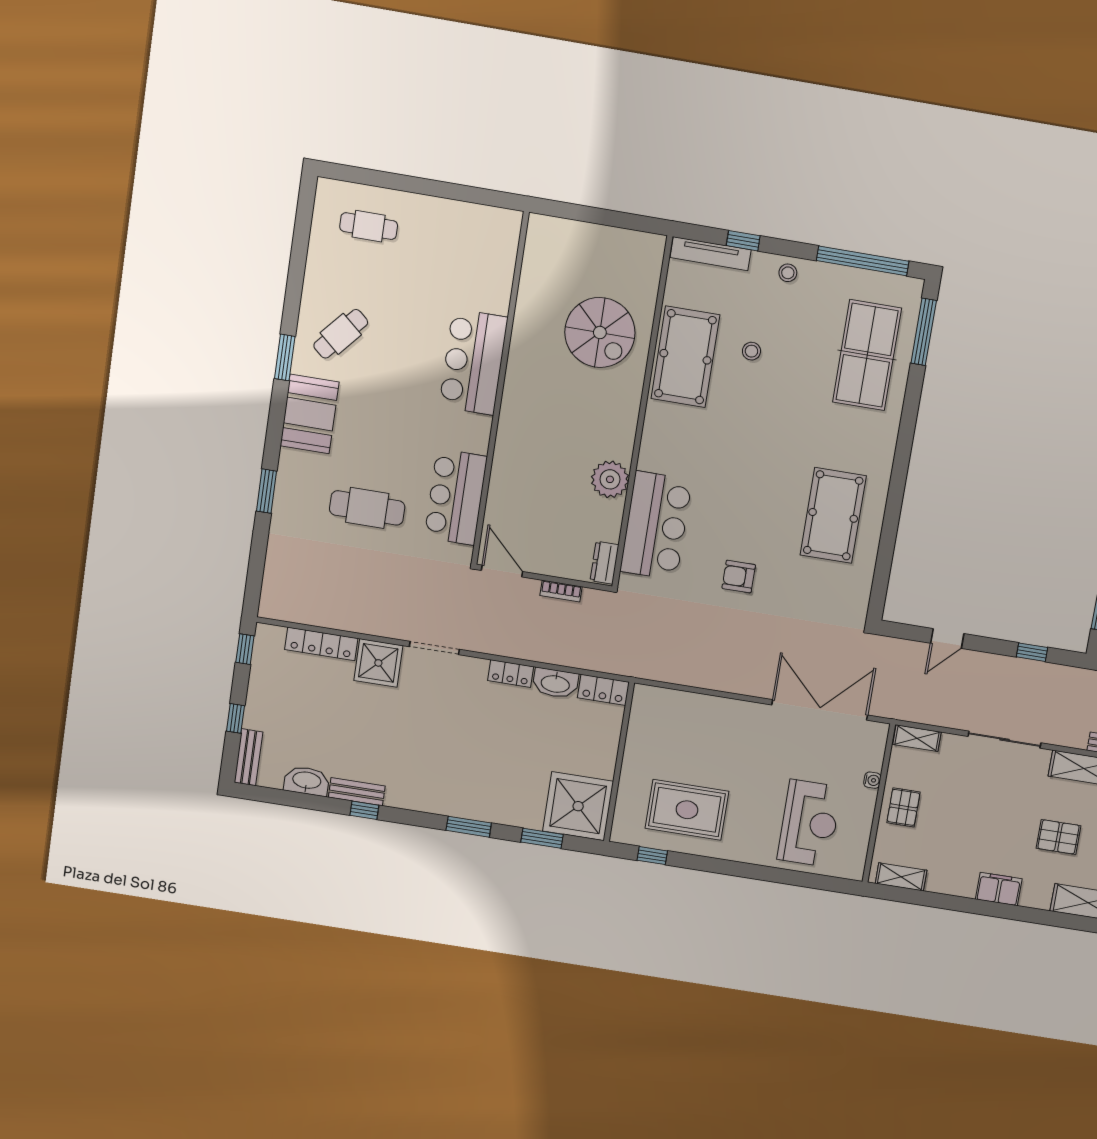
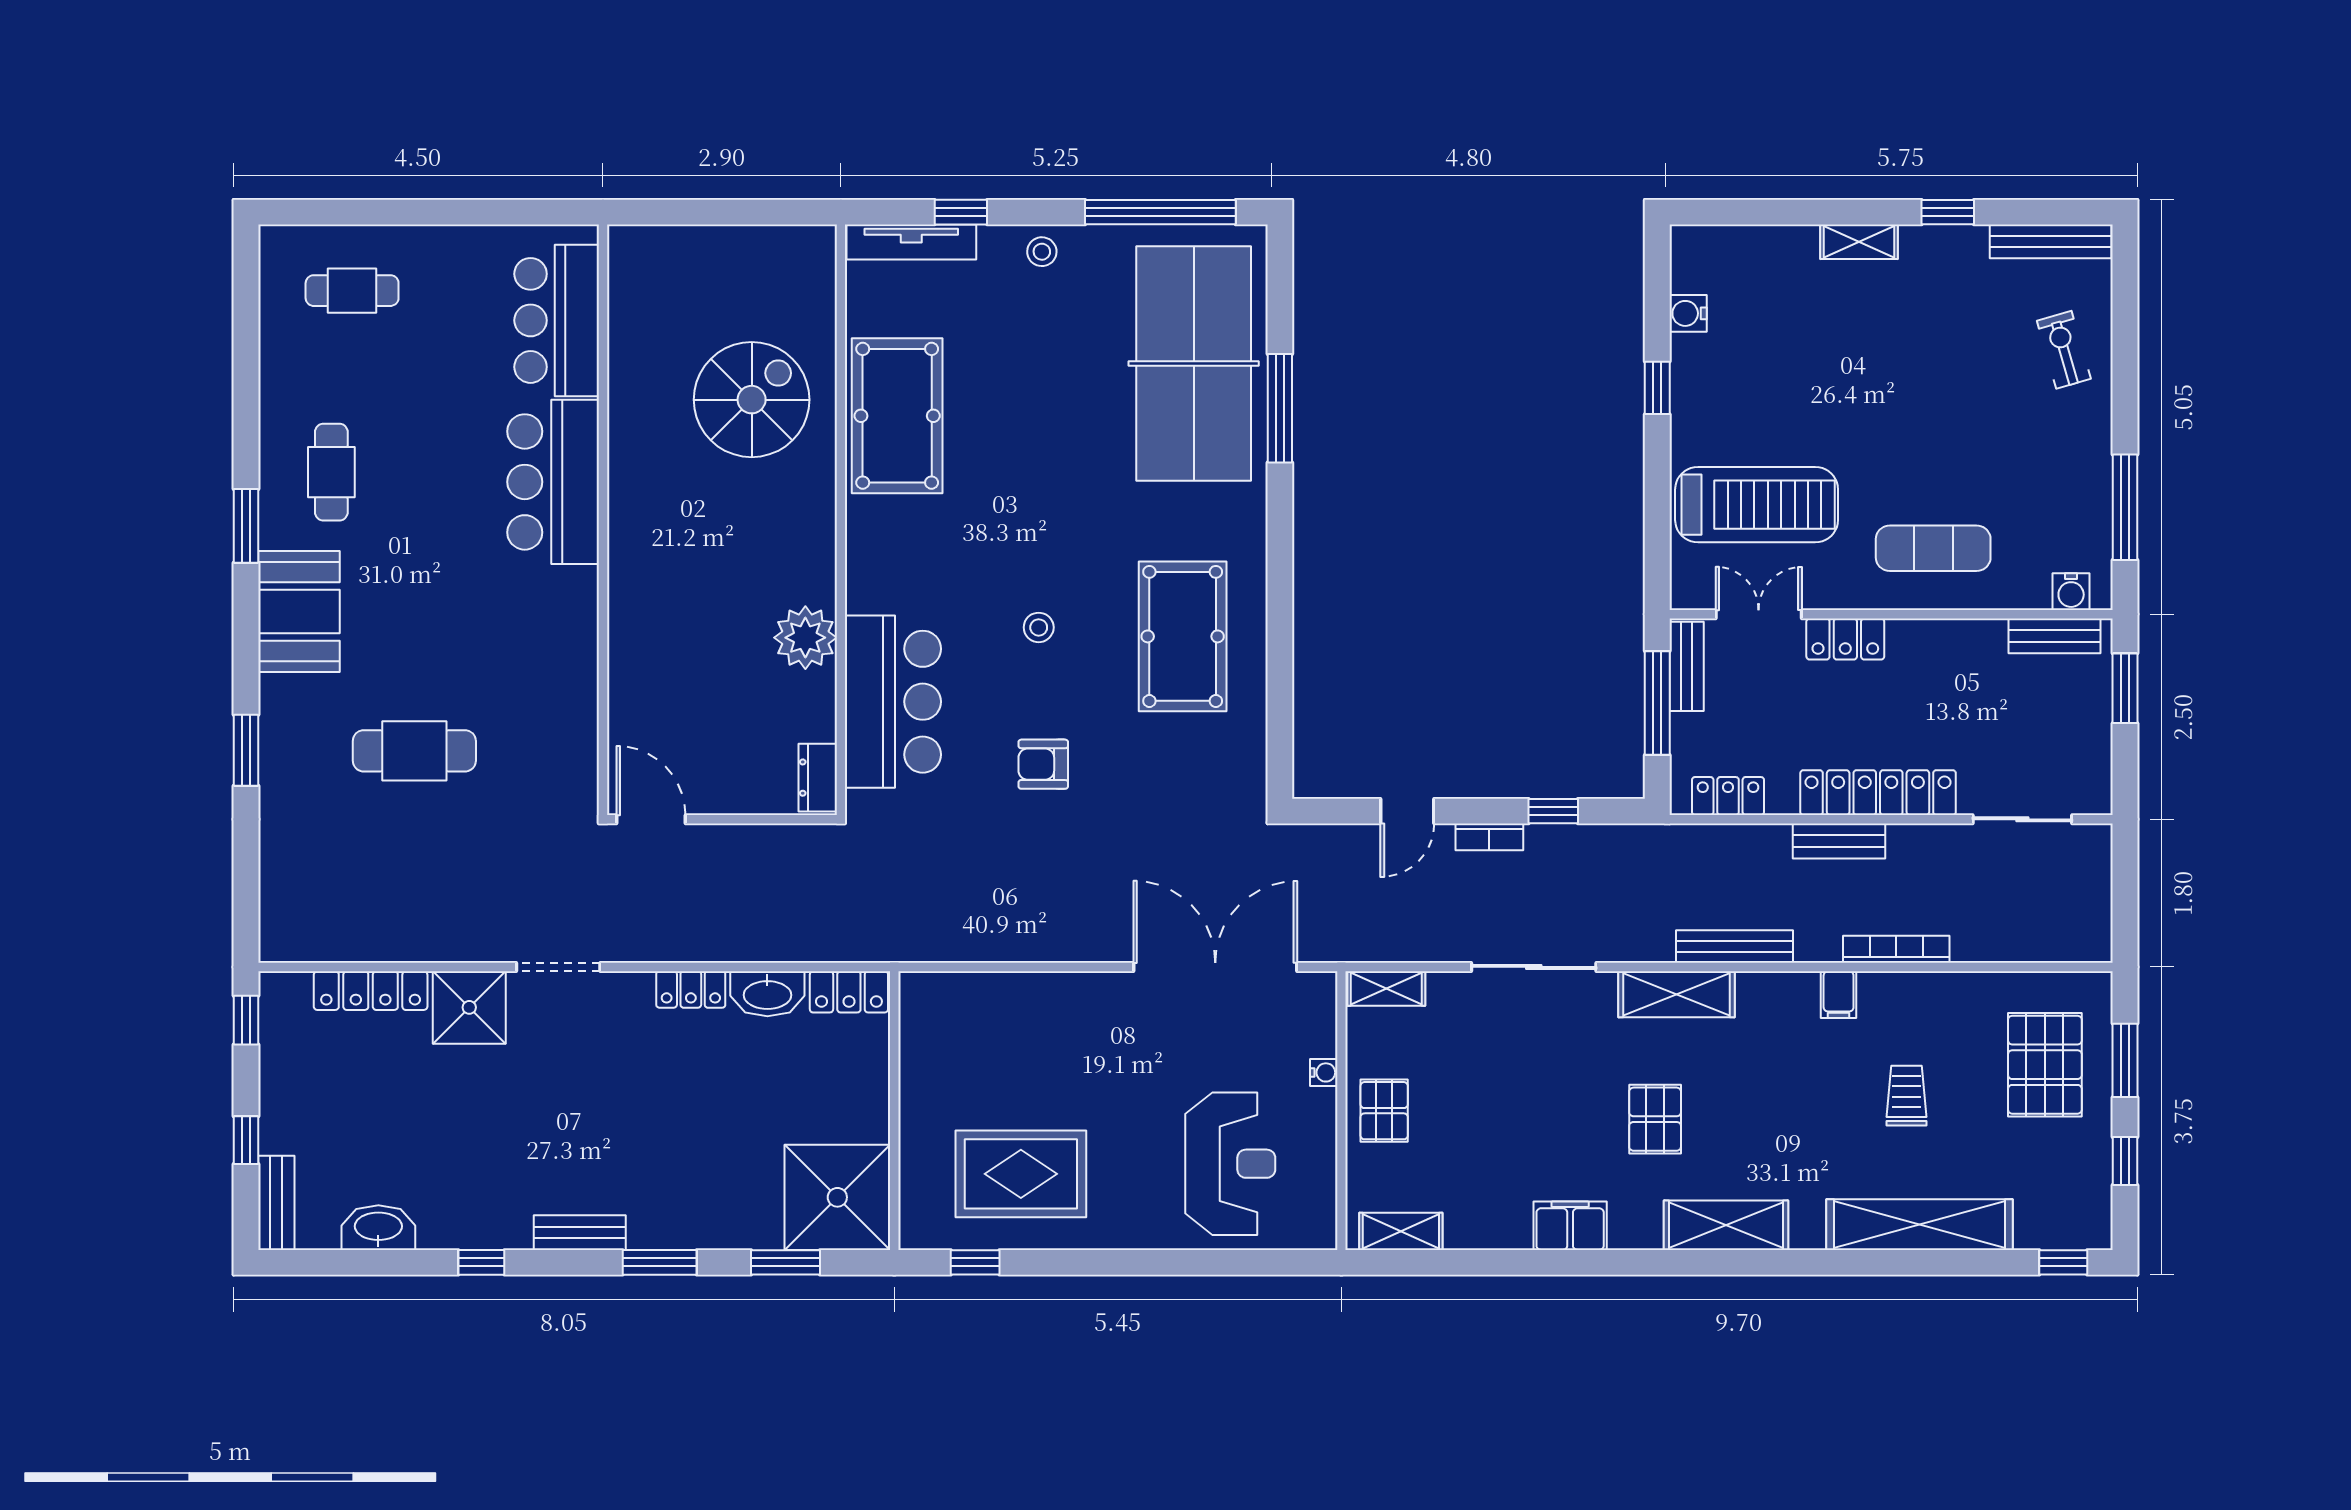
spiral stairs: (600, 332) -> (752, 400), turned -90
window: (924, 332) -> (1280, 408), moved
cafe table: (341, 334) -> (331, 472), turned -41
stool: (751, 351) -> (1039, 627), moved
table tennis table: (867, 355) -> (1194, 364), width x1.36, depth x1.32
bar counter: (456, 497) -> (557, 320), moved
bookcase: (561, 591) -> (1489, 837), moved
bench: (357, 792) -> (580, 1233), moved
pallet: (1058, 837) -> (1655, 1119), turned 90

